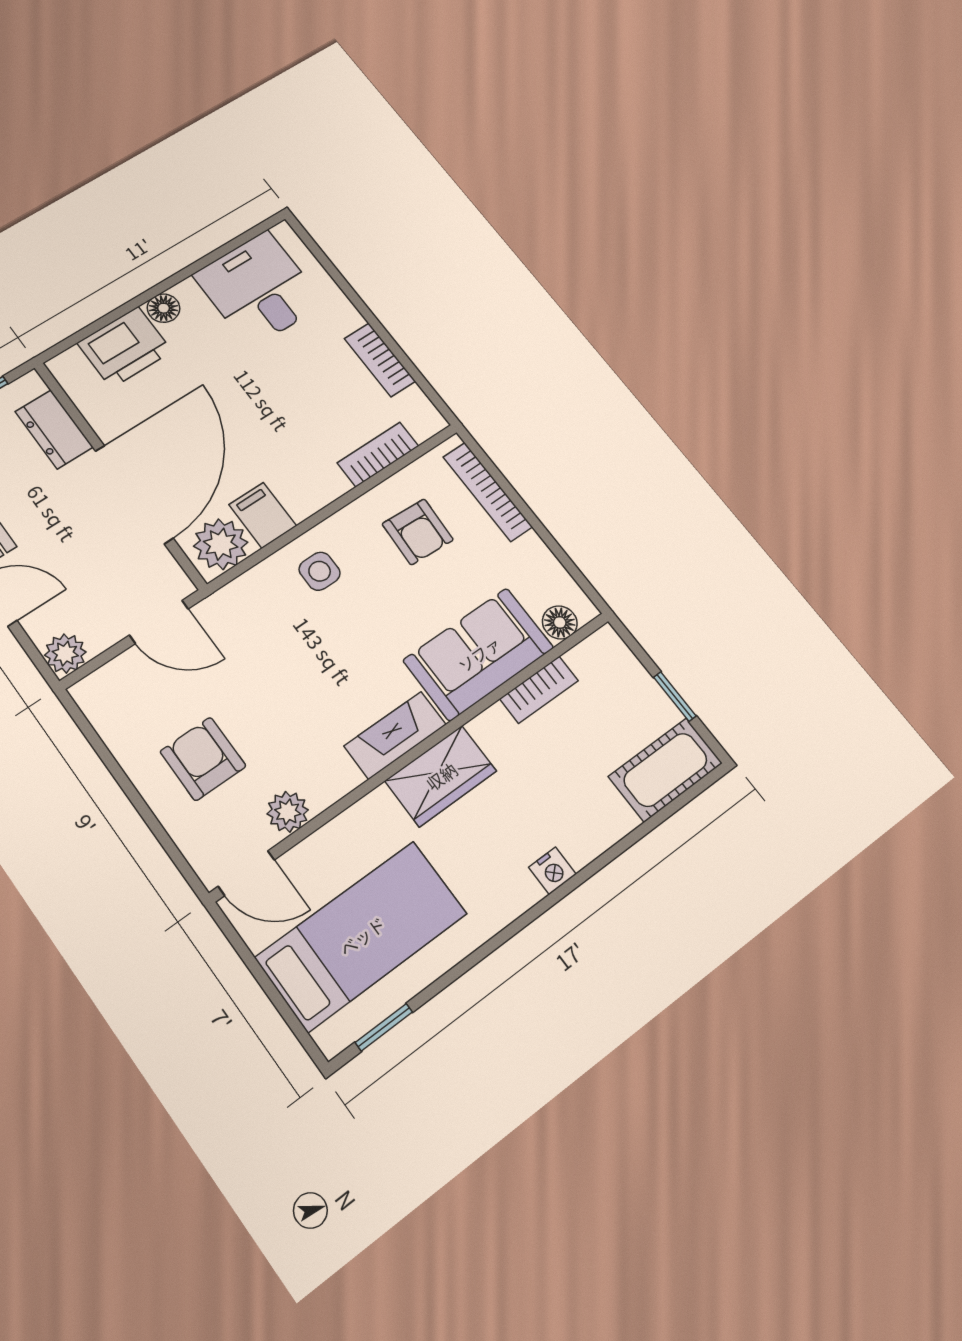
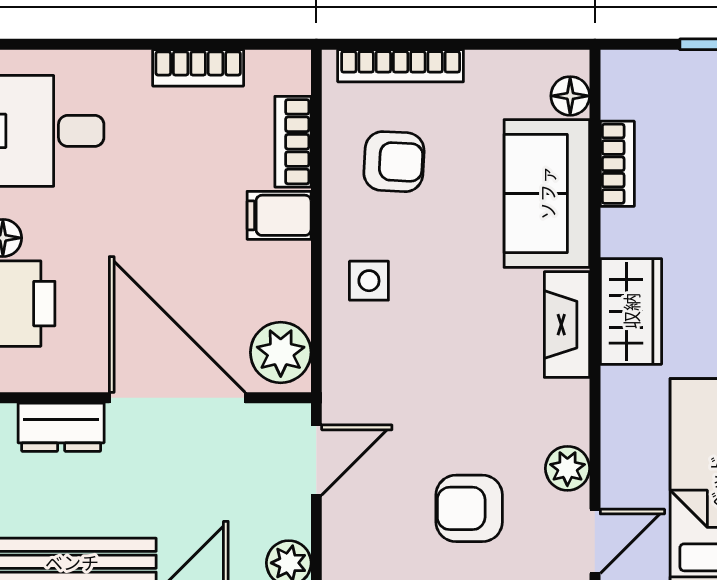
filing cabinet: (263, 515) -> (279, 215), moved

